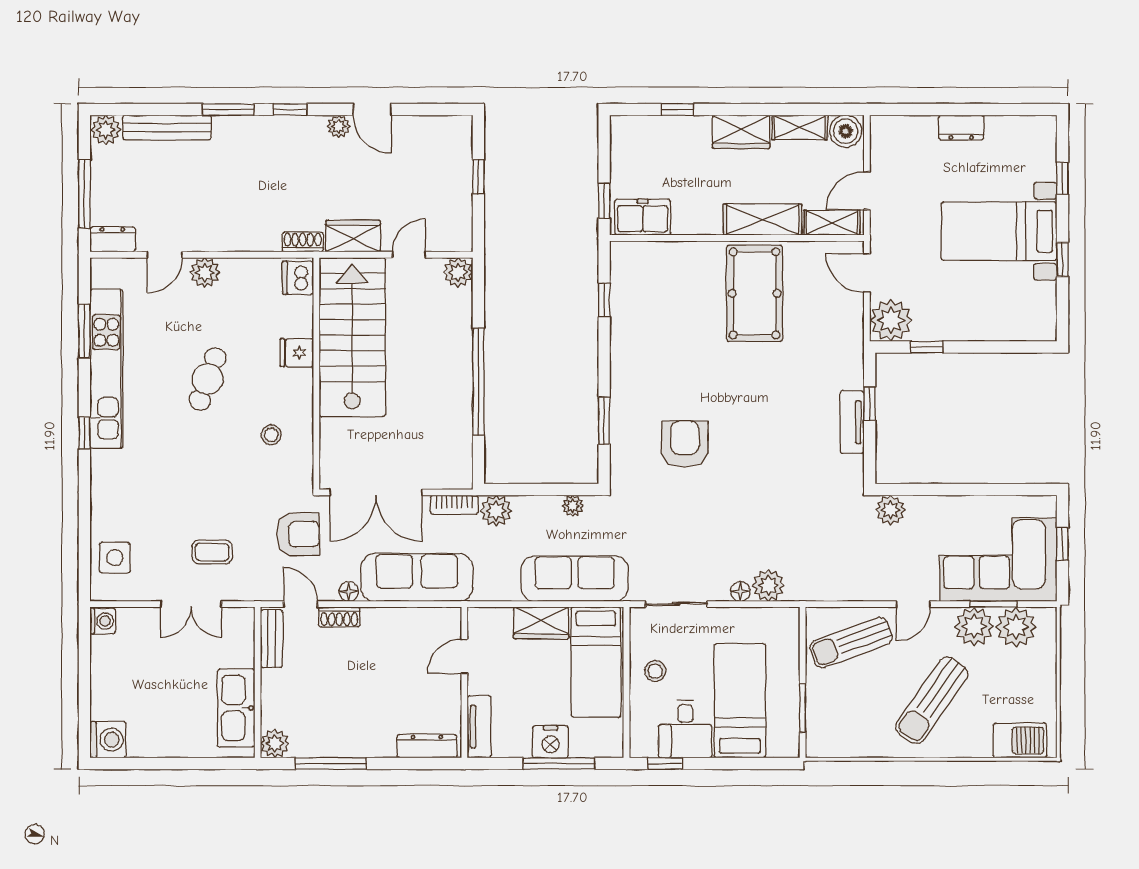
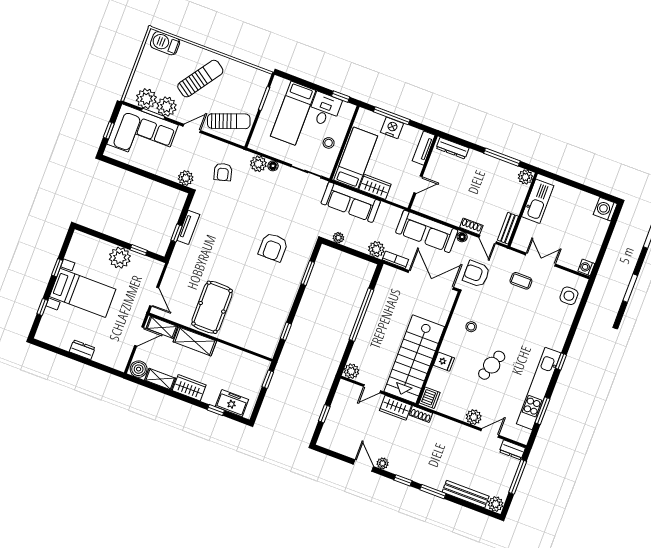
freezer: (643, 217) -> (232, 403), moved, turned 180
plant: (891, 320) -> (120, 258), moved
armchair: (827, 546) -> (223, 172), added

